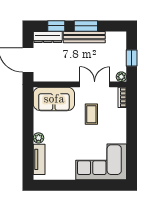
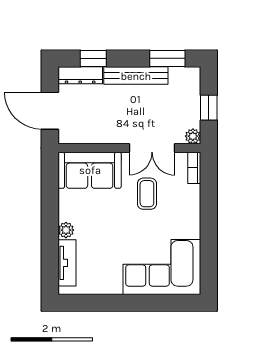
window: (86, 26) -> (167, 58), moved
double door: (95, 84) -> (152, 148), swing flipped

